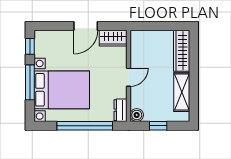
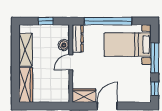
bed with nightstands: (62, 90) -> (128, 45), width x0.73
dresser: (120, 110) -> (78, 39), width x1.44
boiler: (137, 115) -> (64, 45), moved

